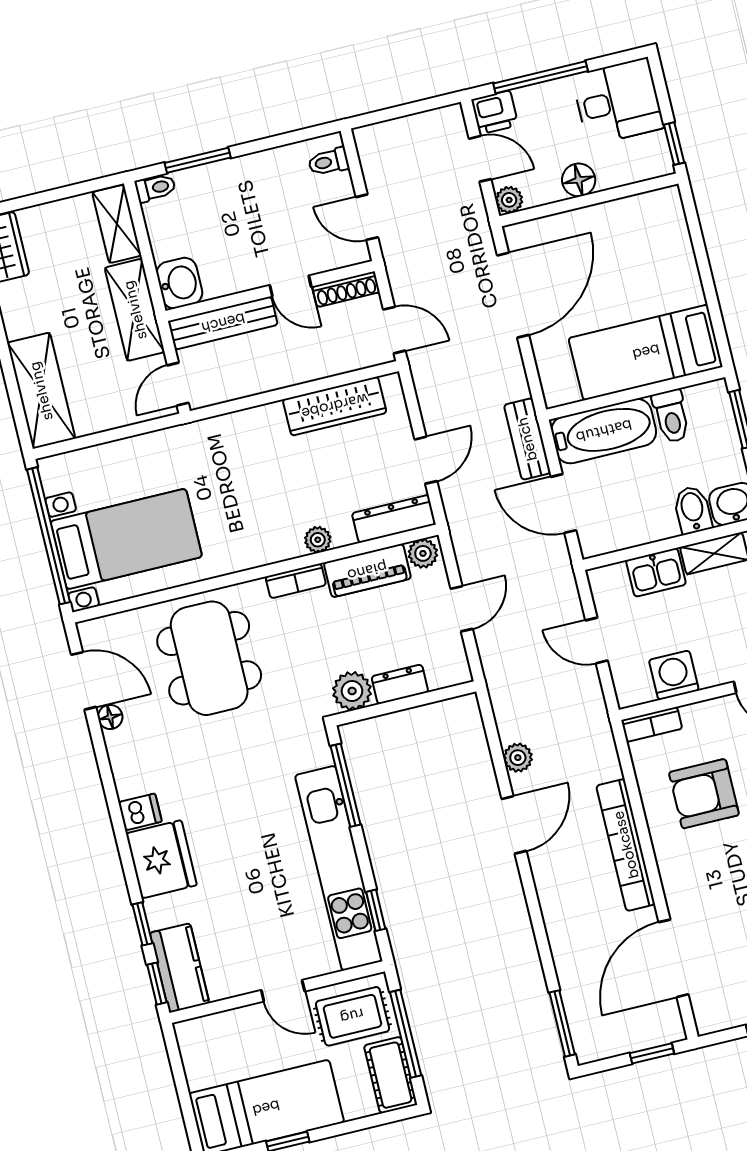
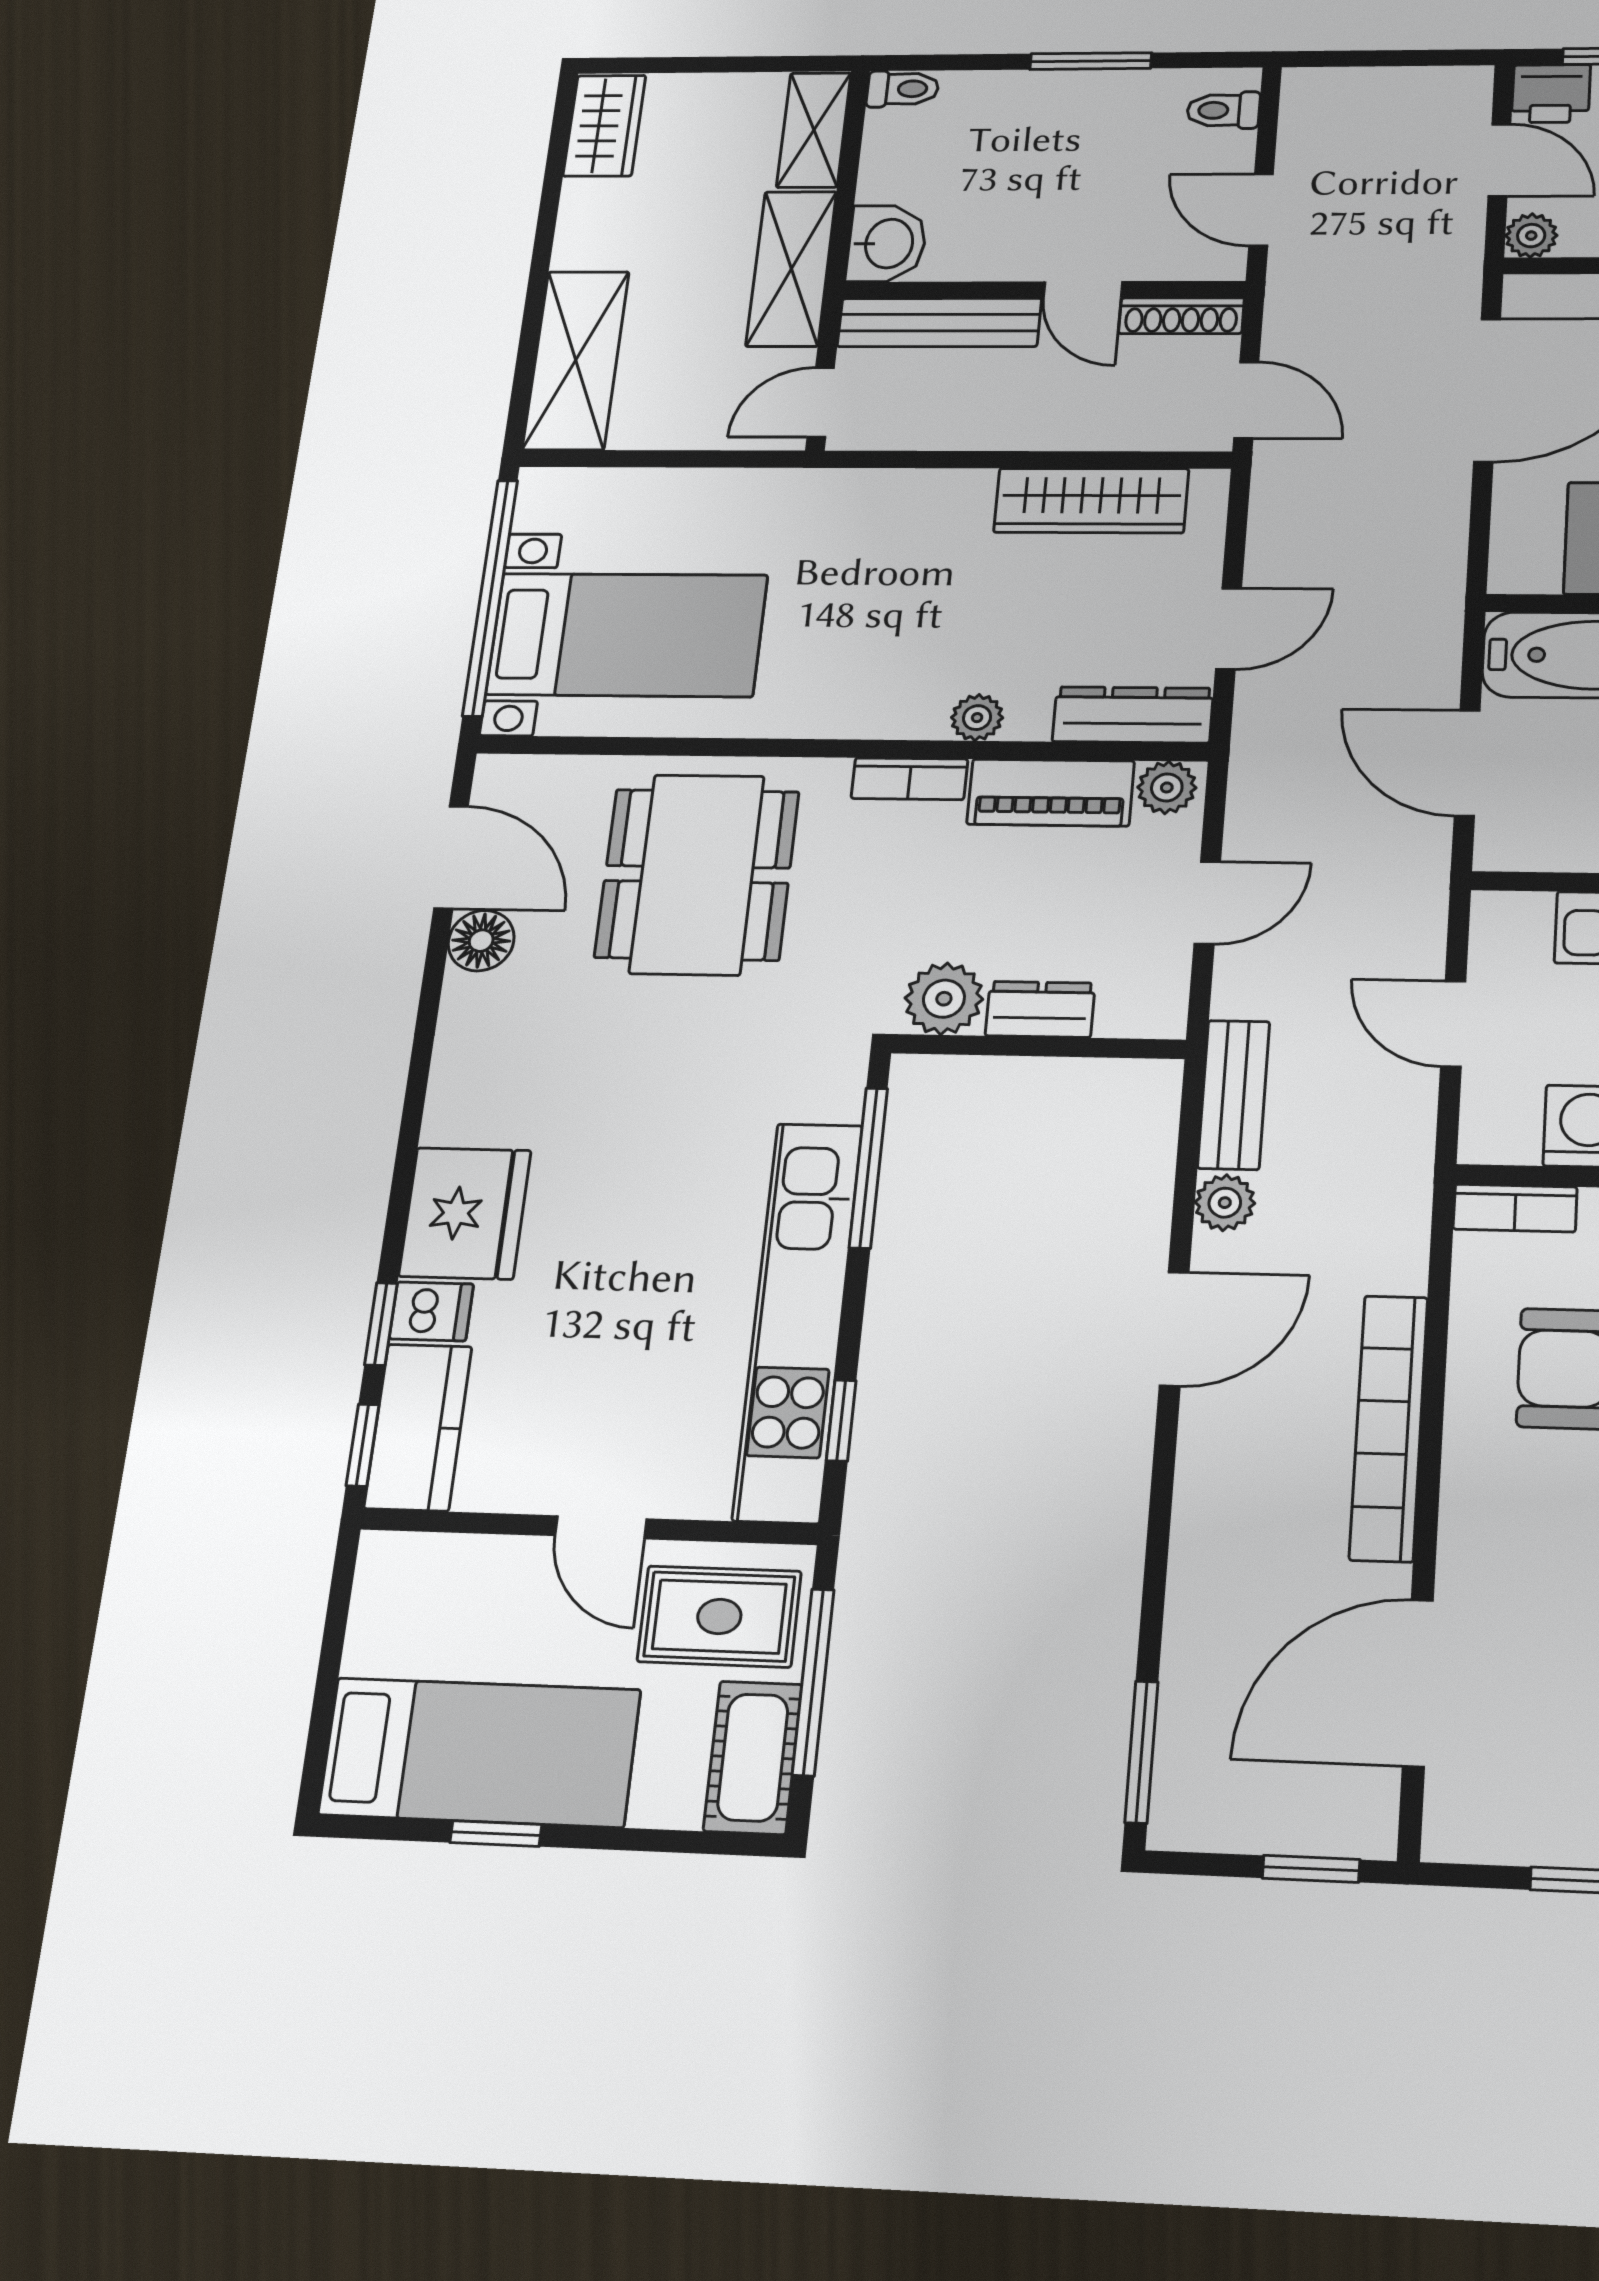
window: (198, 160) -> (1091, 61), moved
bench: (527, 439) -> (1234, 1095), moved
floor lamp: (110, 717) -> (481, 941), width x1.37, depth x1.37
dishwasher: (140, 812) -> (431, 1311), moved

